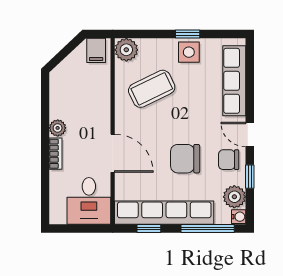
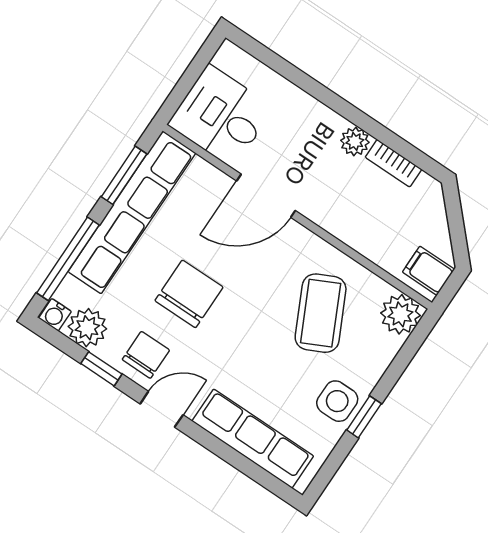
bookcase: (56, 154) -> (394, 163), moved
window: (149, 229) -> (124, 175), width x1.50

